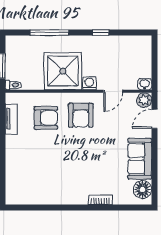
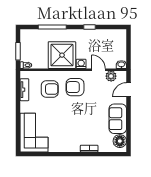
door: (113, 91) -> (98, 70), swing flipped
plant: (144, 100) -> (111, 76), moved
armchair: (81, 115) -> (75, 87), turned 90
corner sofa: (24, 178) -> (34, 133), added

